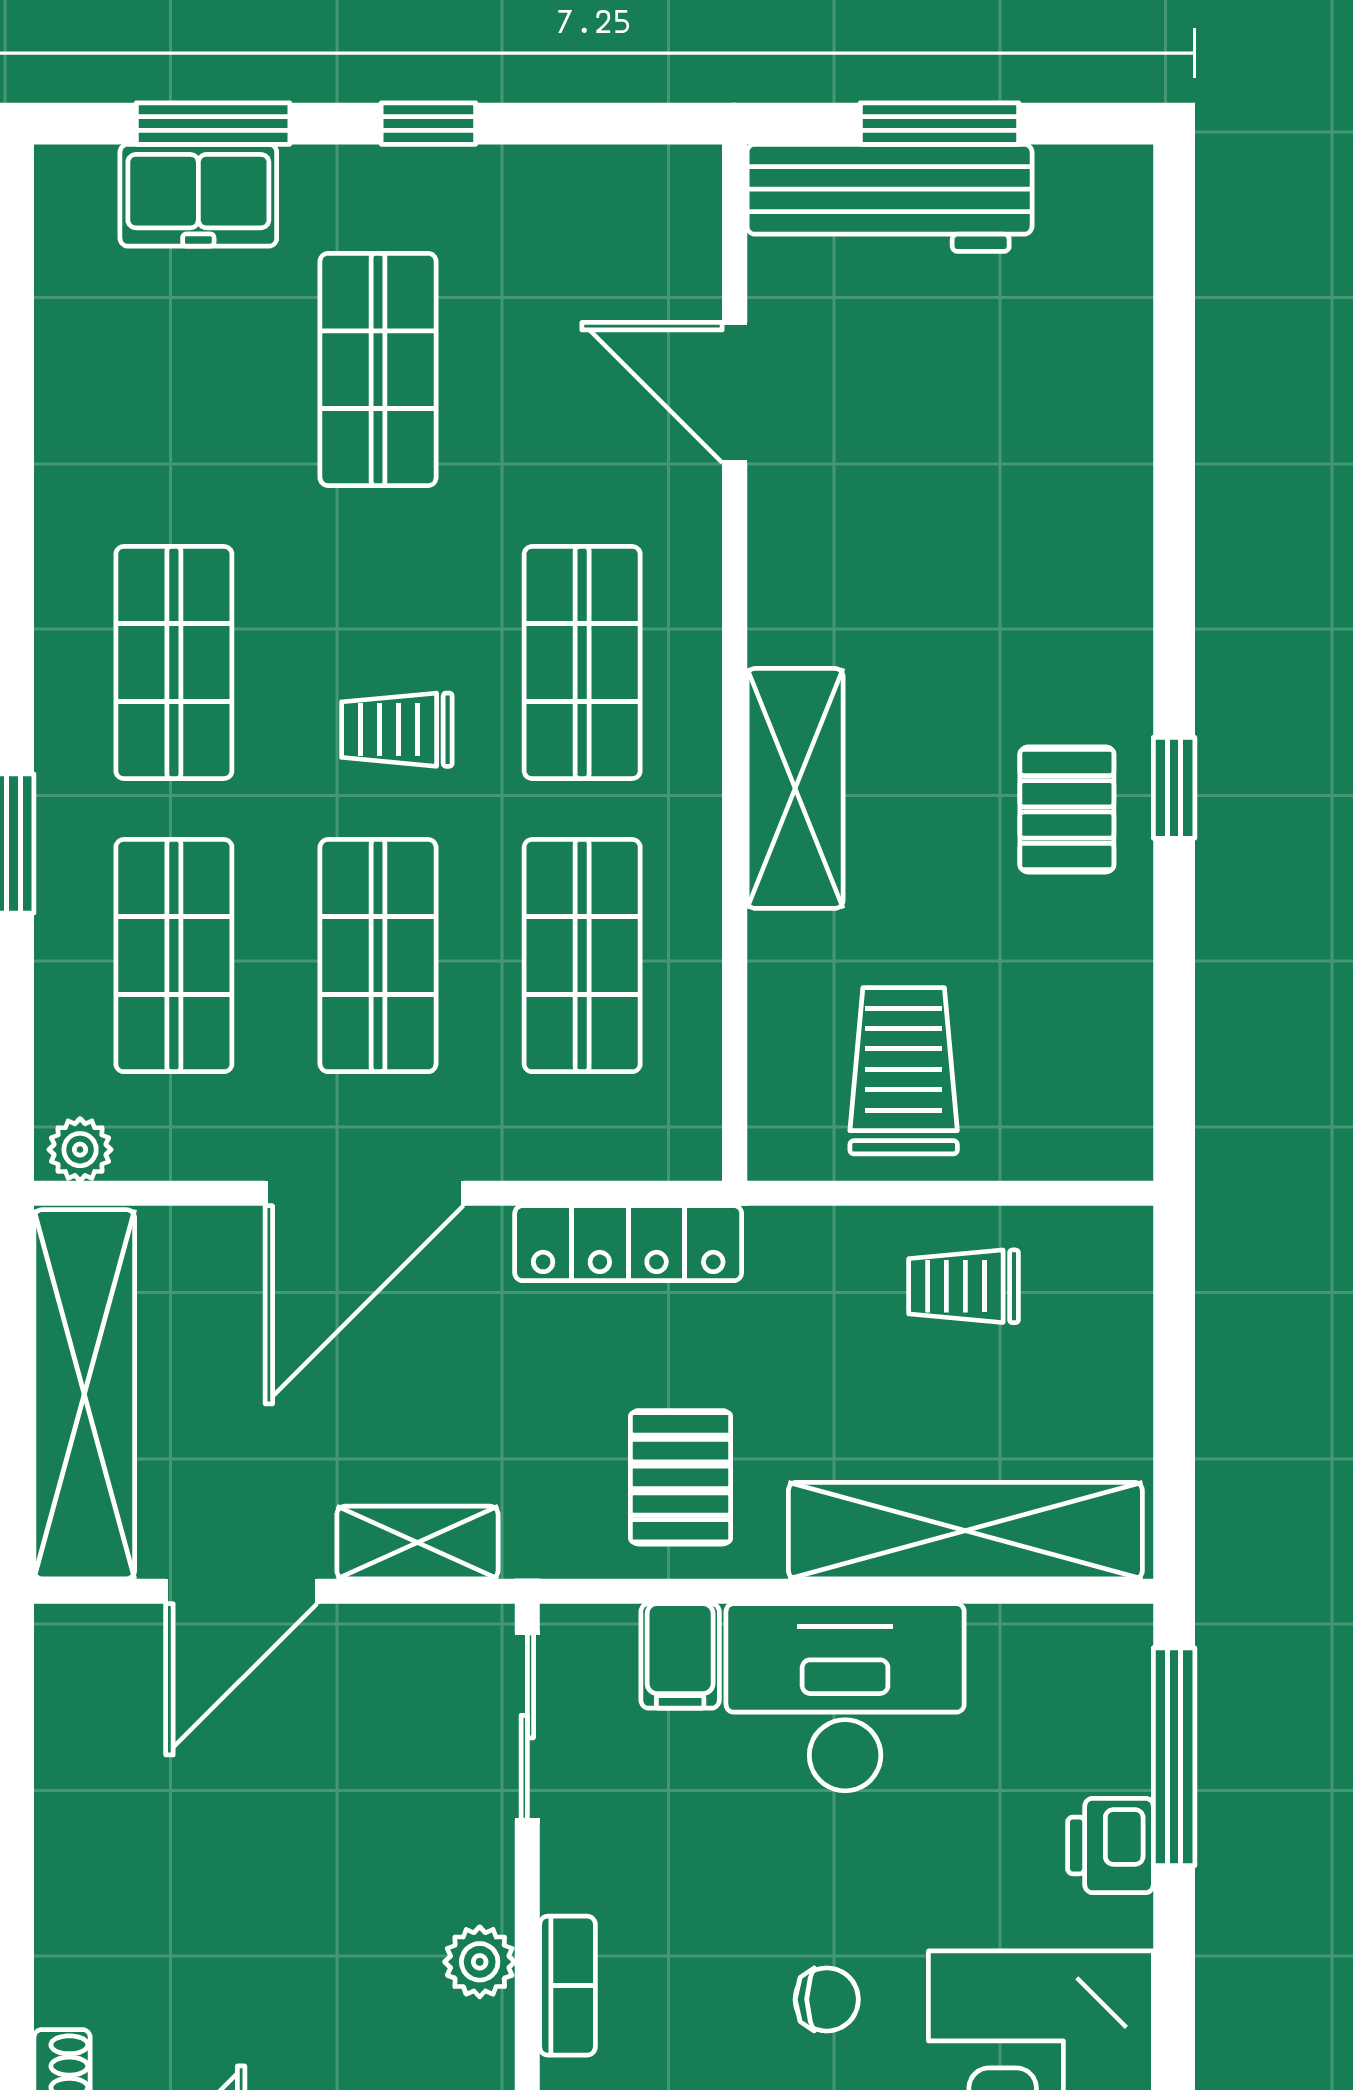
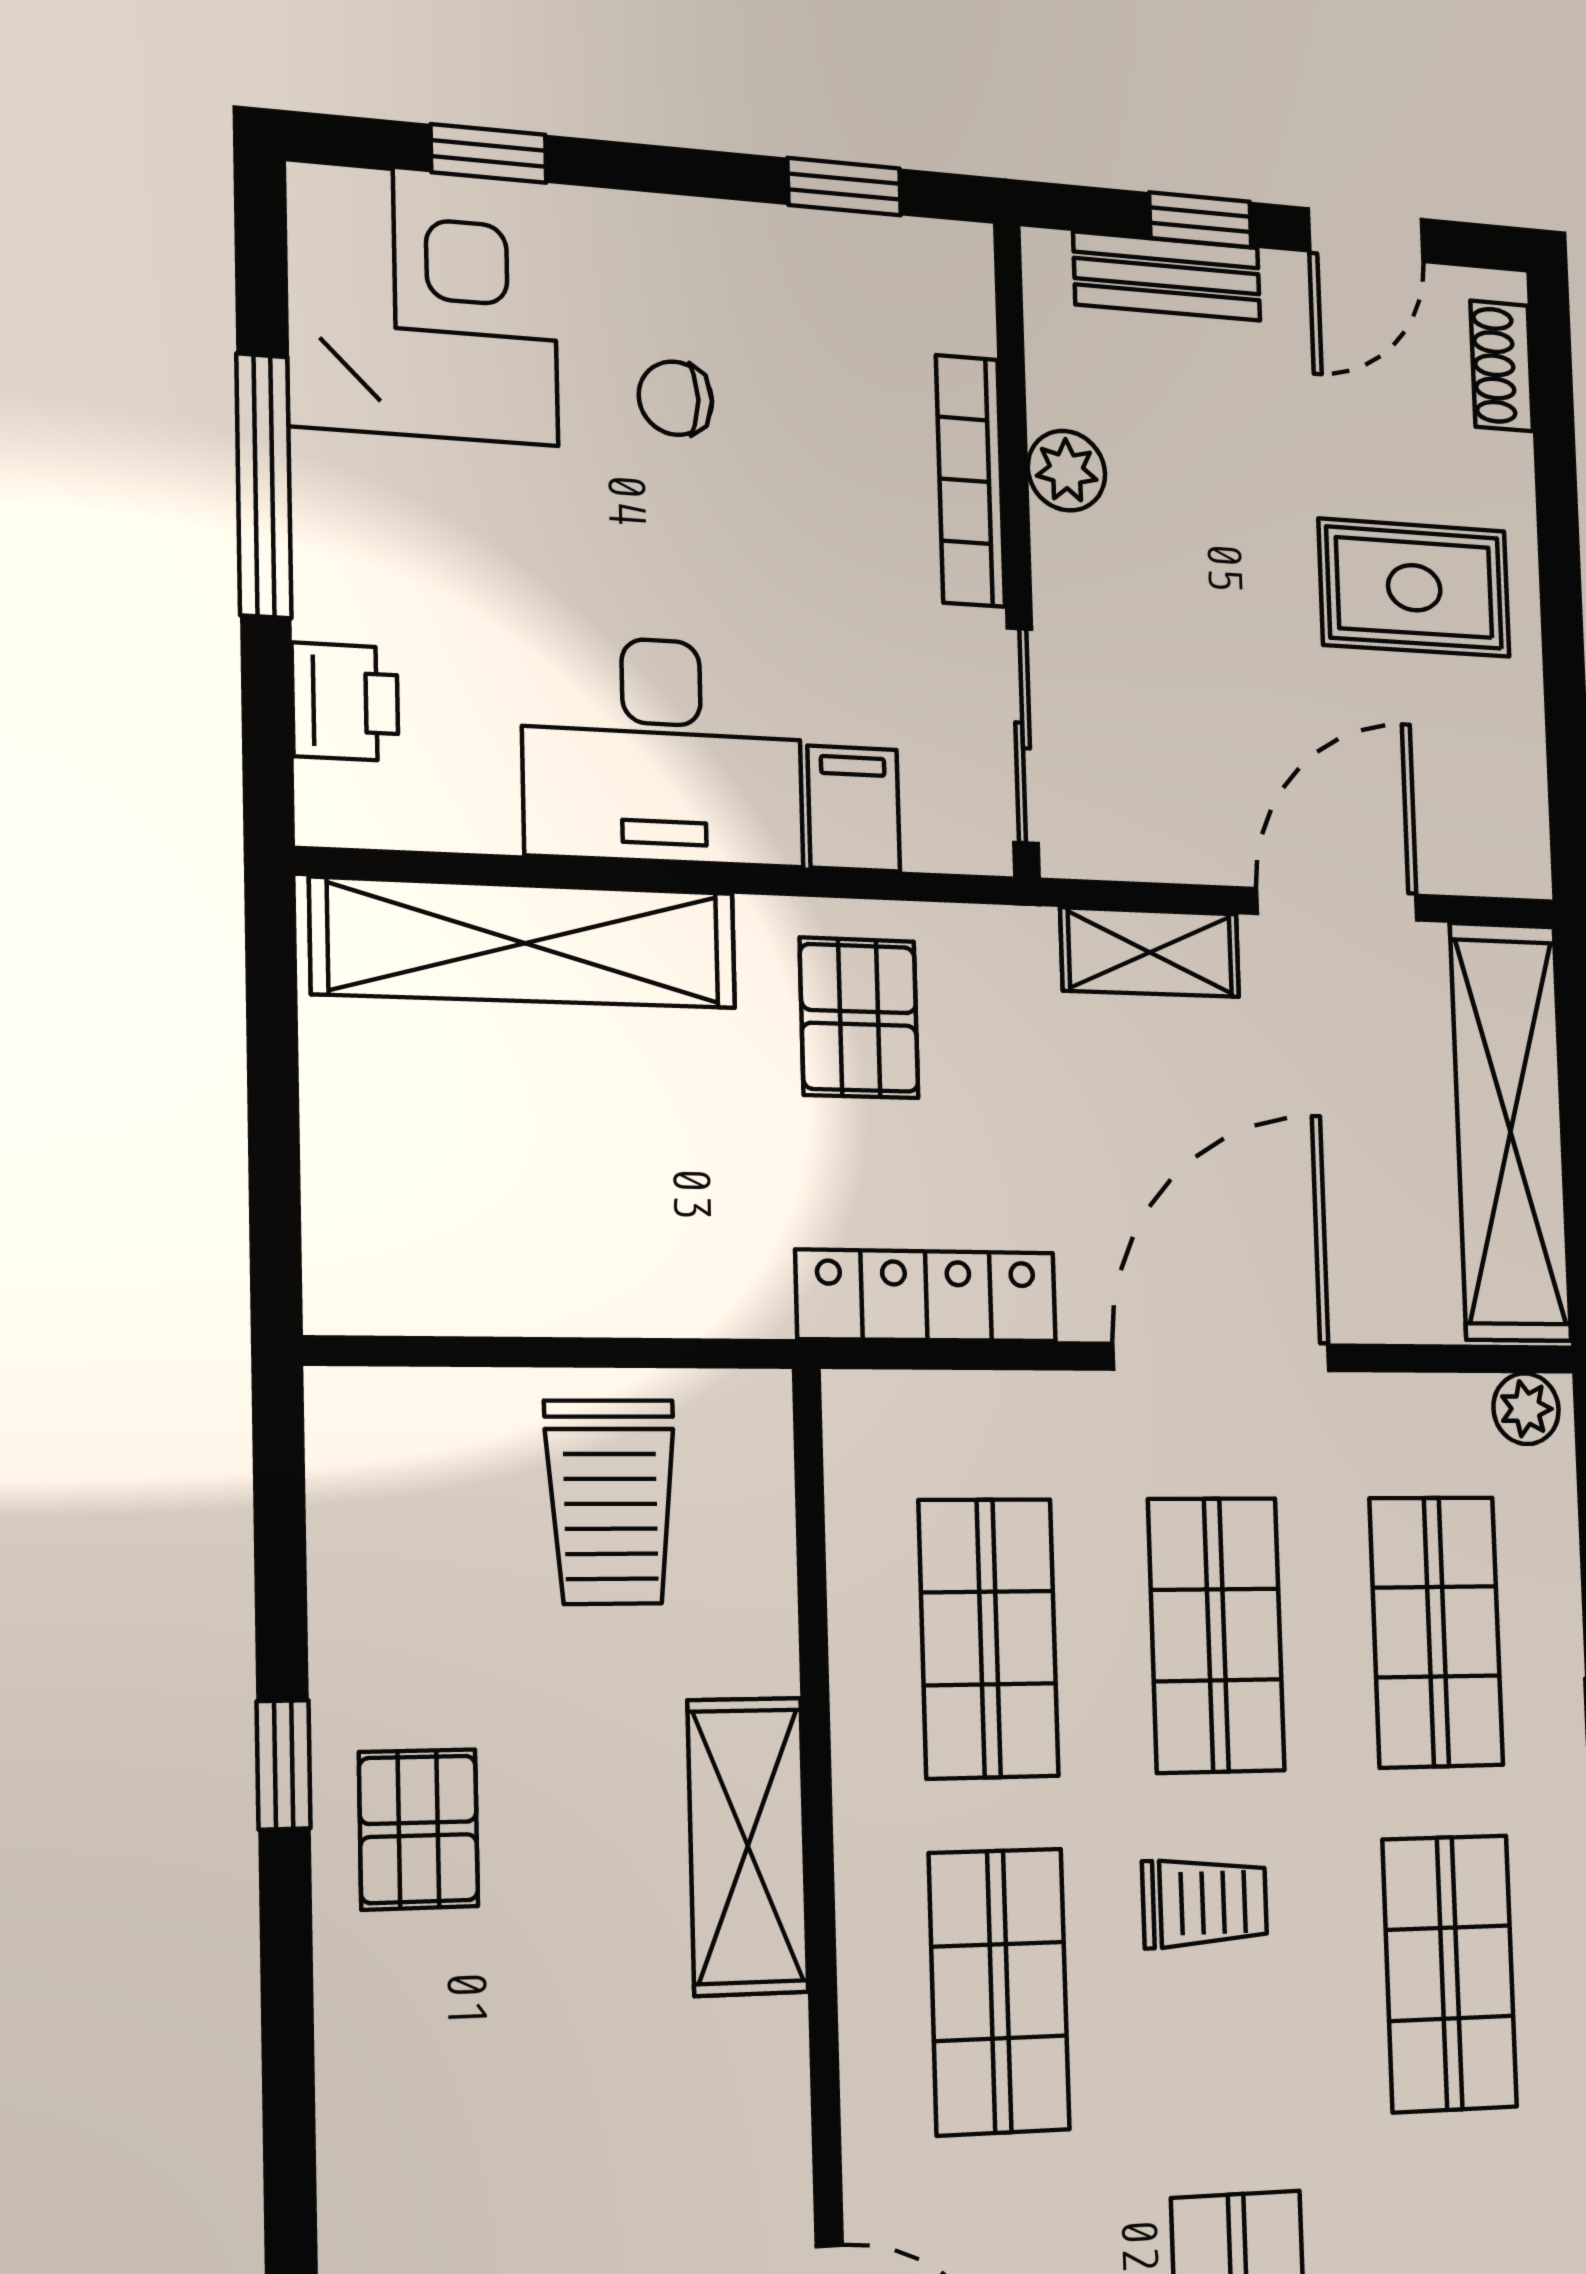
window: (1174, 788) -> (284, 1765), moved
trolley: (964, 1286) -> (533, 1239), removed
window: (1174, 1757) -> (264, 486), moved
printer: (1110, 1845) -> (345, 702), moved
rug: (156, 1879) -> (1414, 588), added
bookcase: (567, 1986) -> (970, 481), width x1.56

